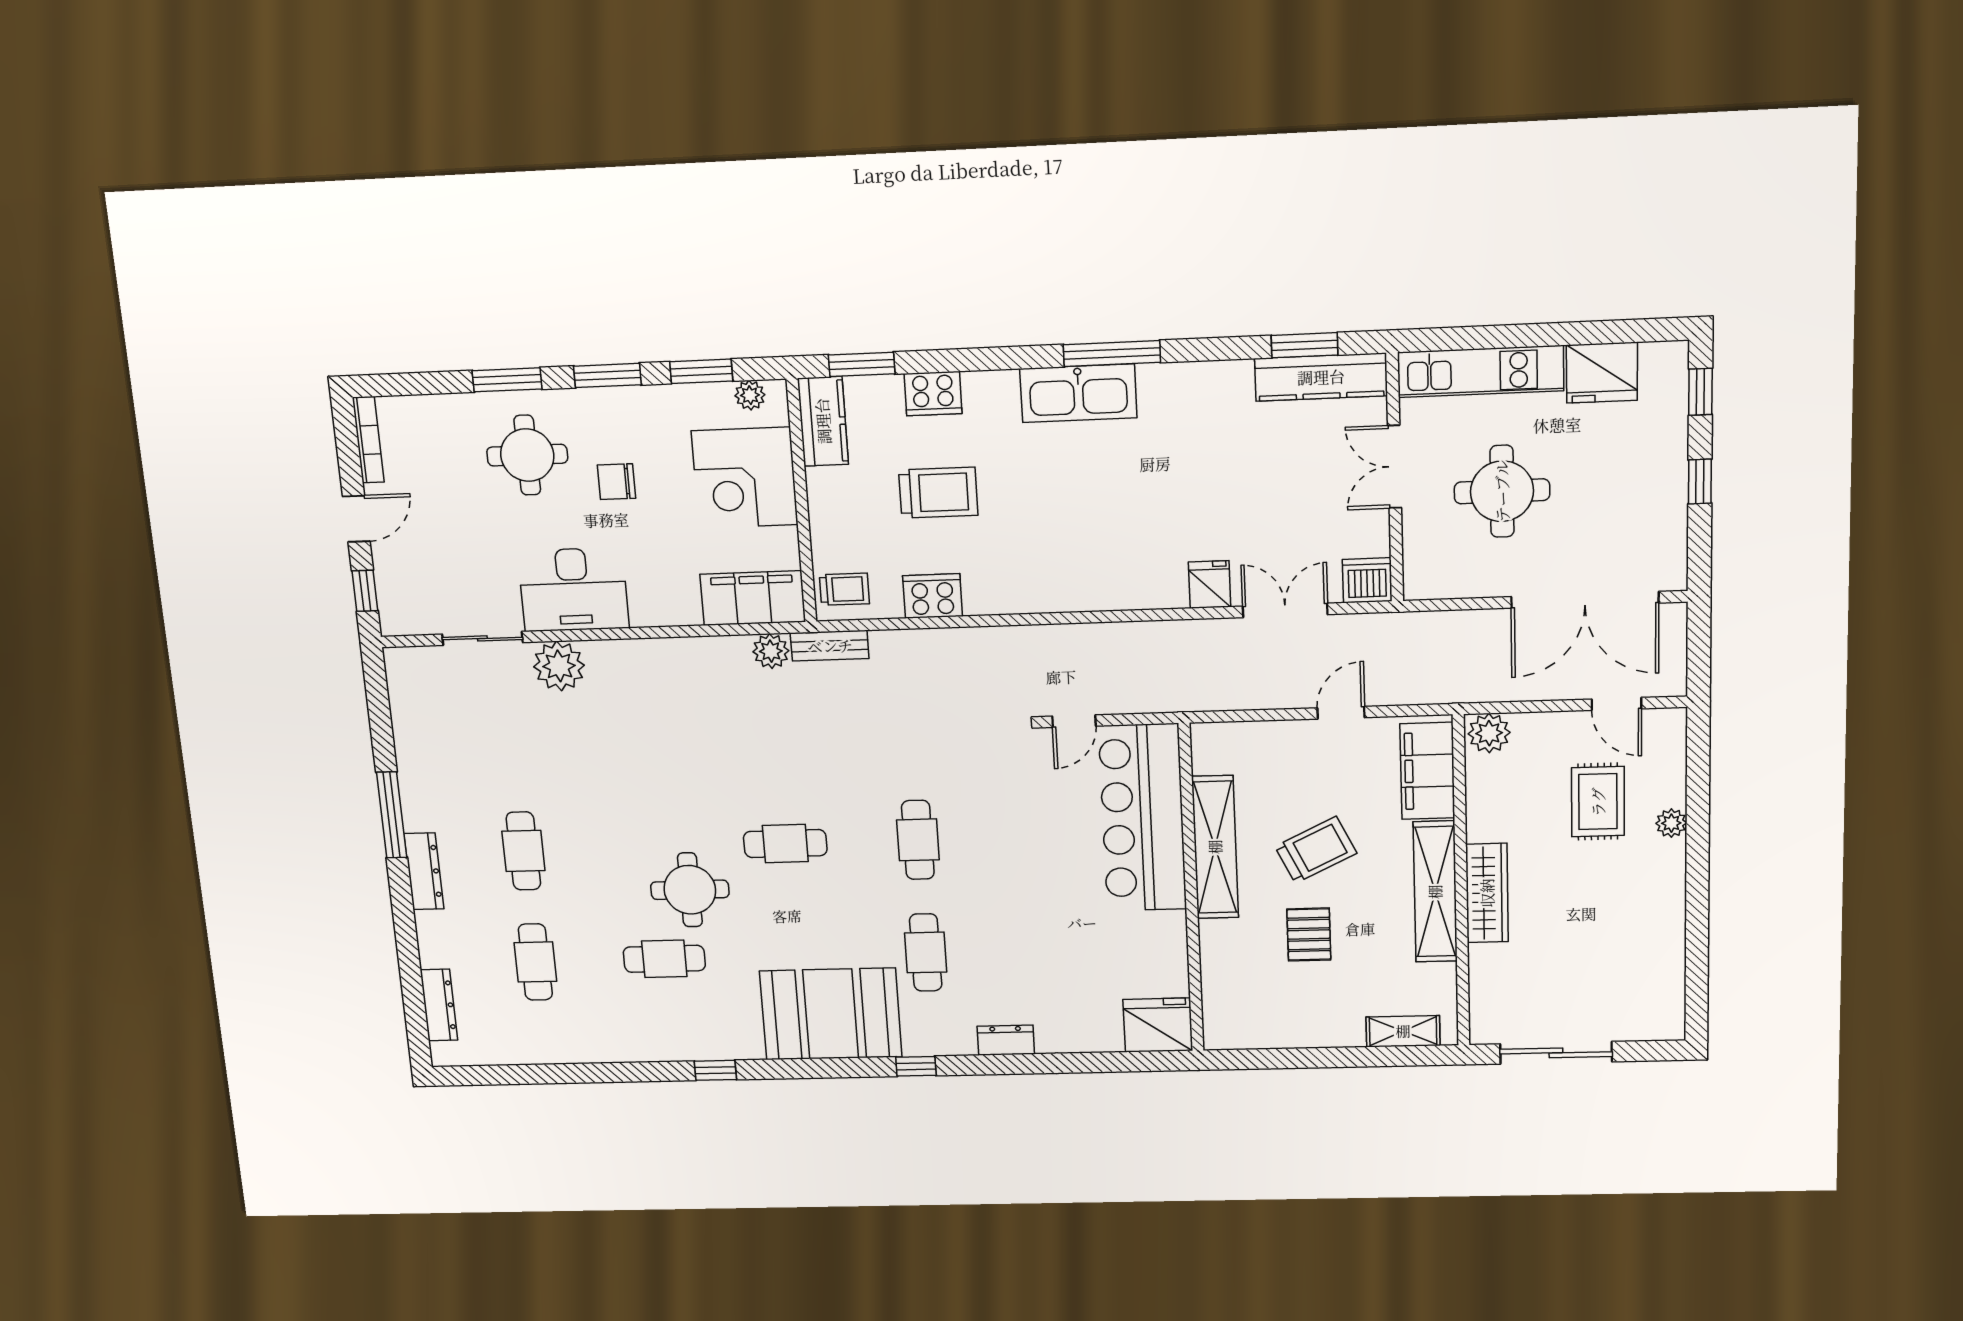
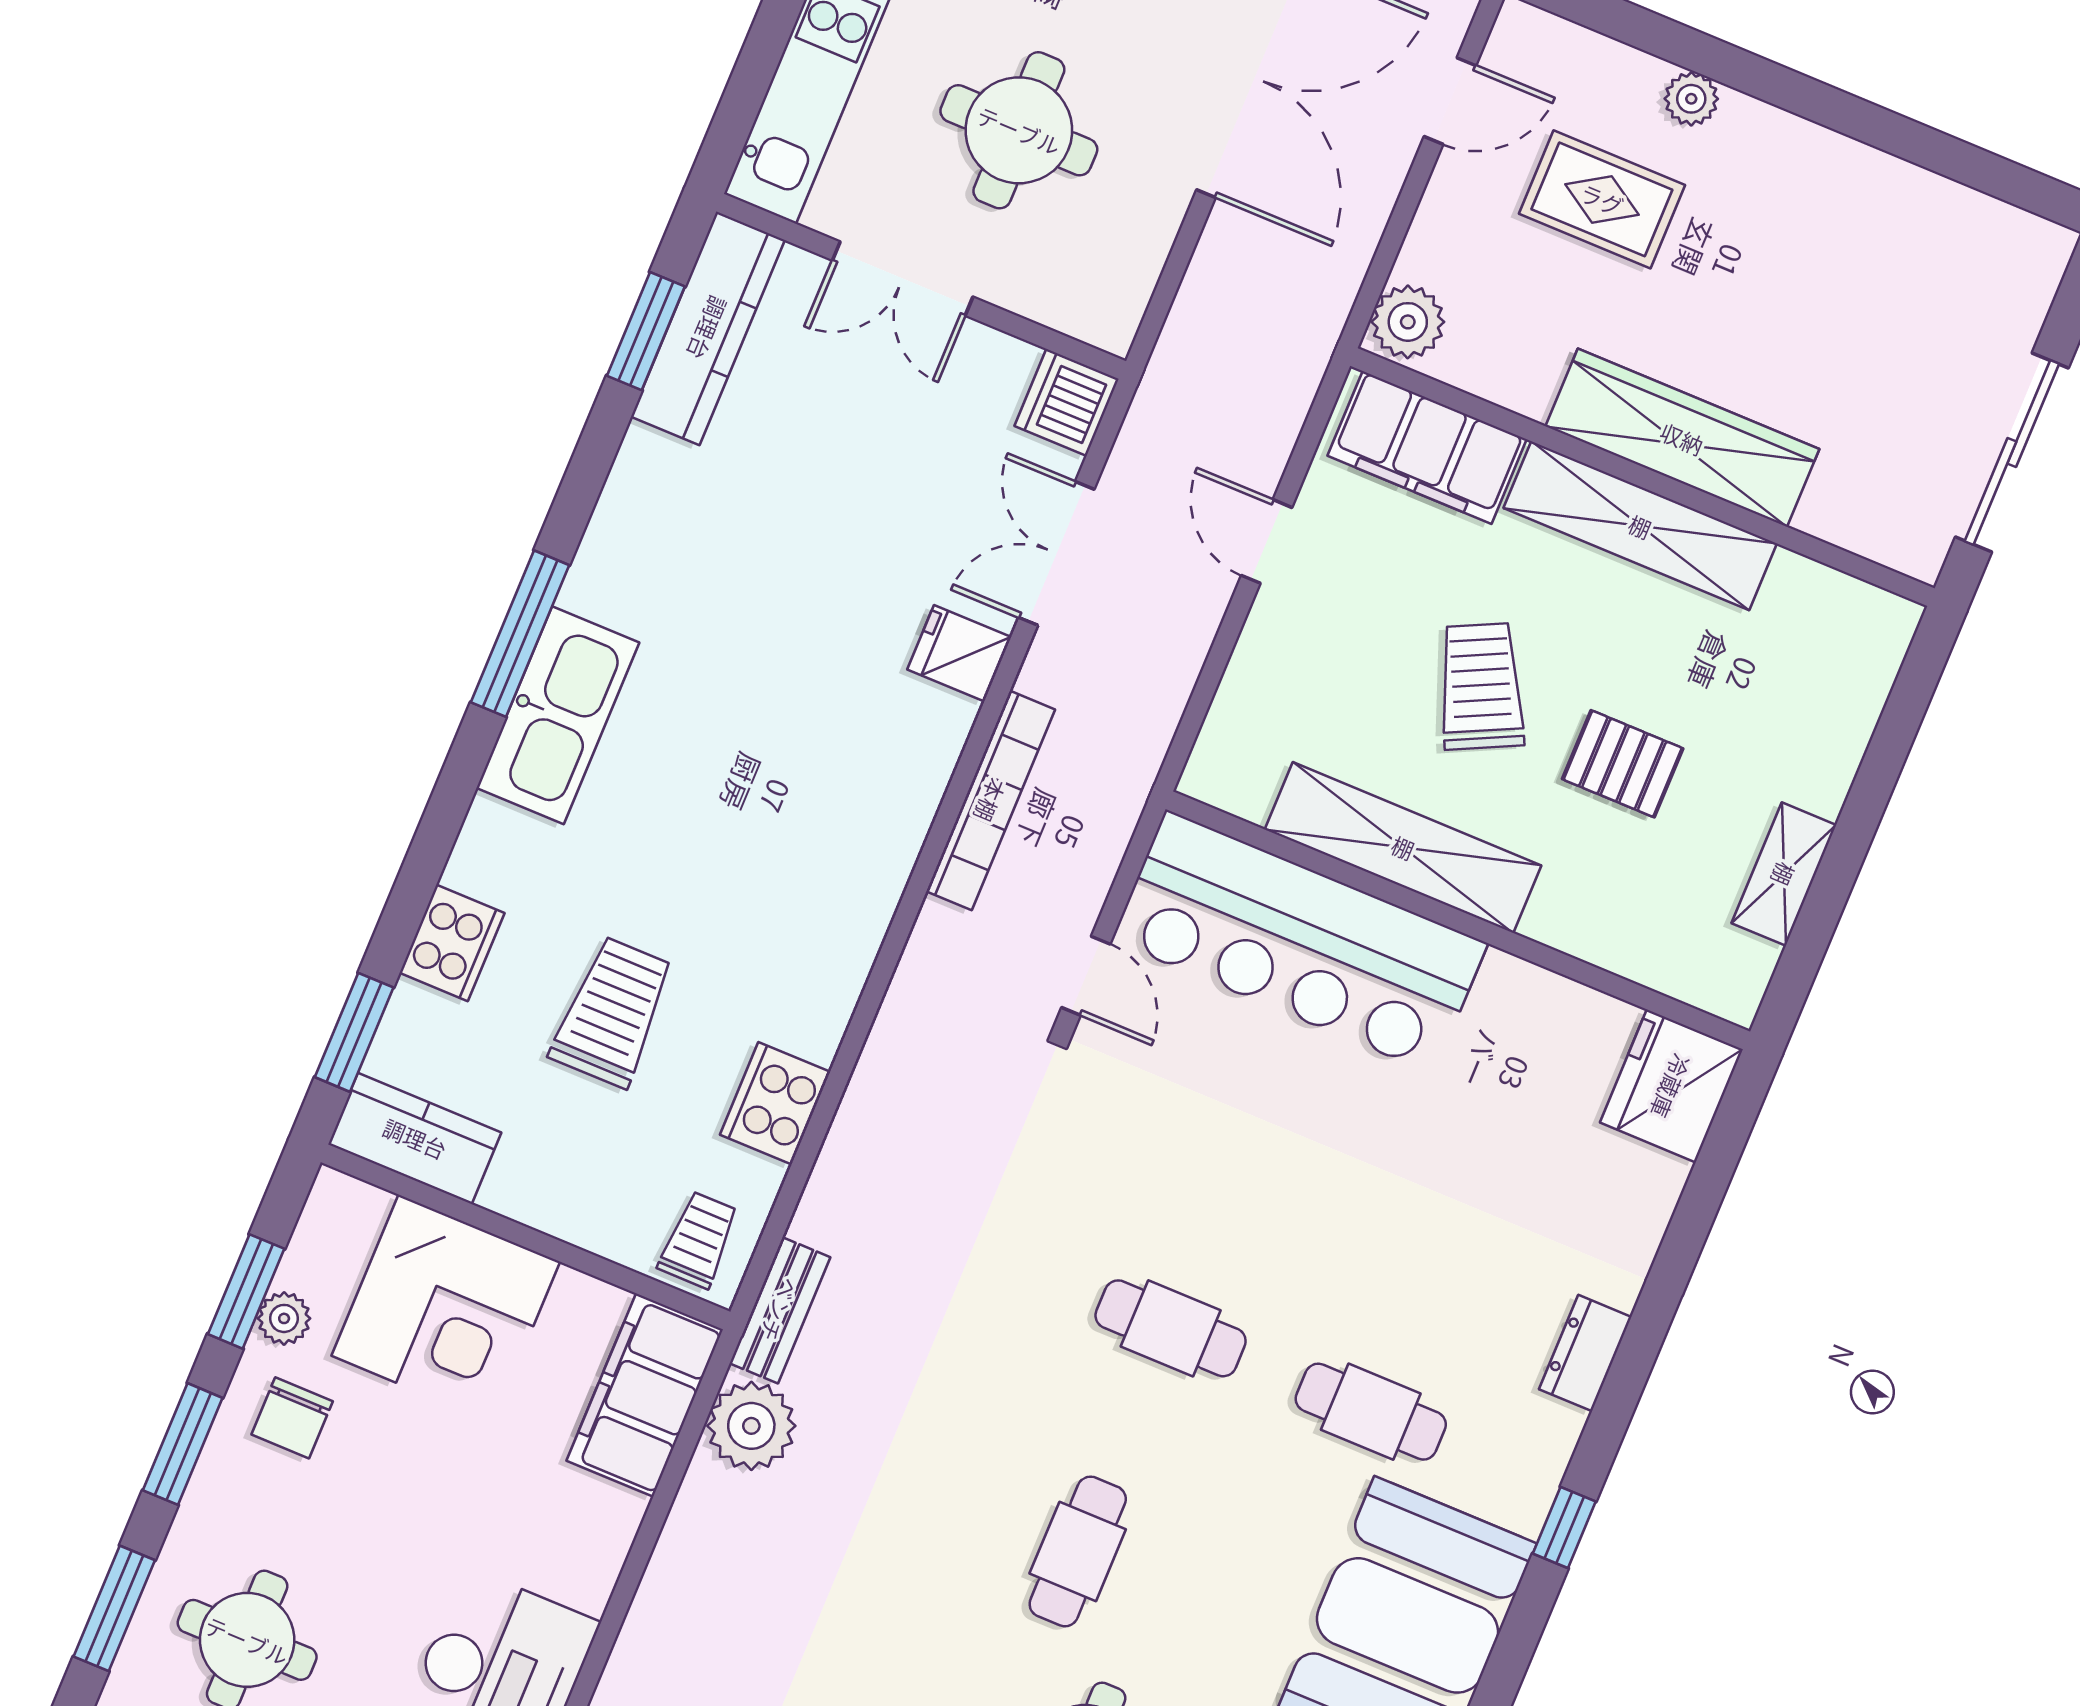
plant: (750, 395) -> (284, 1318), moved
chair: (616, 482) -> (292, 1418), moved
bookcase: (1141, 634) -> (991, 800), added
plant: (771, 651) -> (751, 1426), width x1.36, depth x1.36
wardrobe: (1487, 893) -> (1682, 438), width x1.40, depth x1.17
shelving: (1403, 1031) -> (1784, 874), moved

